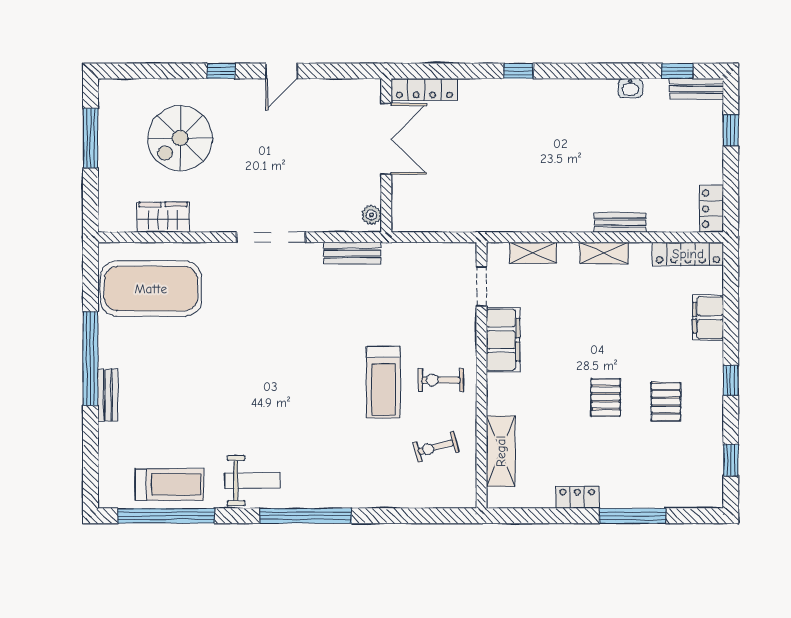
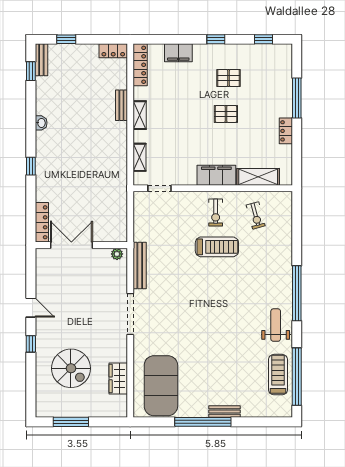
washbasin: (630, 88) -> (41, 123), moved
bench: (352, 253) -> (140, 265), width x1.36
filing cabinet: (503, 340) -> (216, 175), moved

